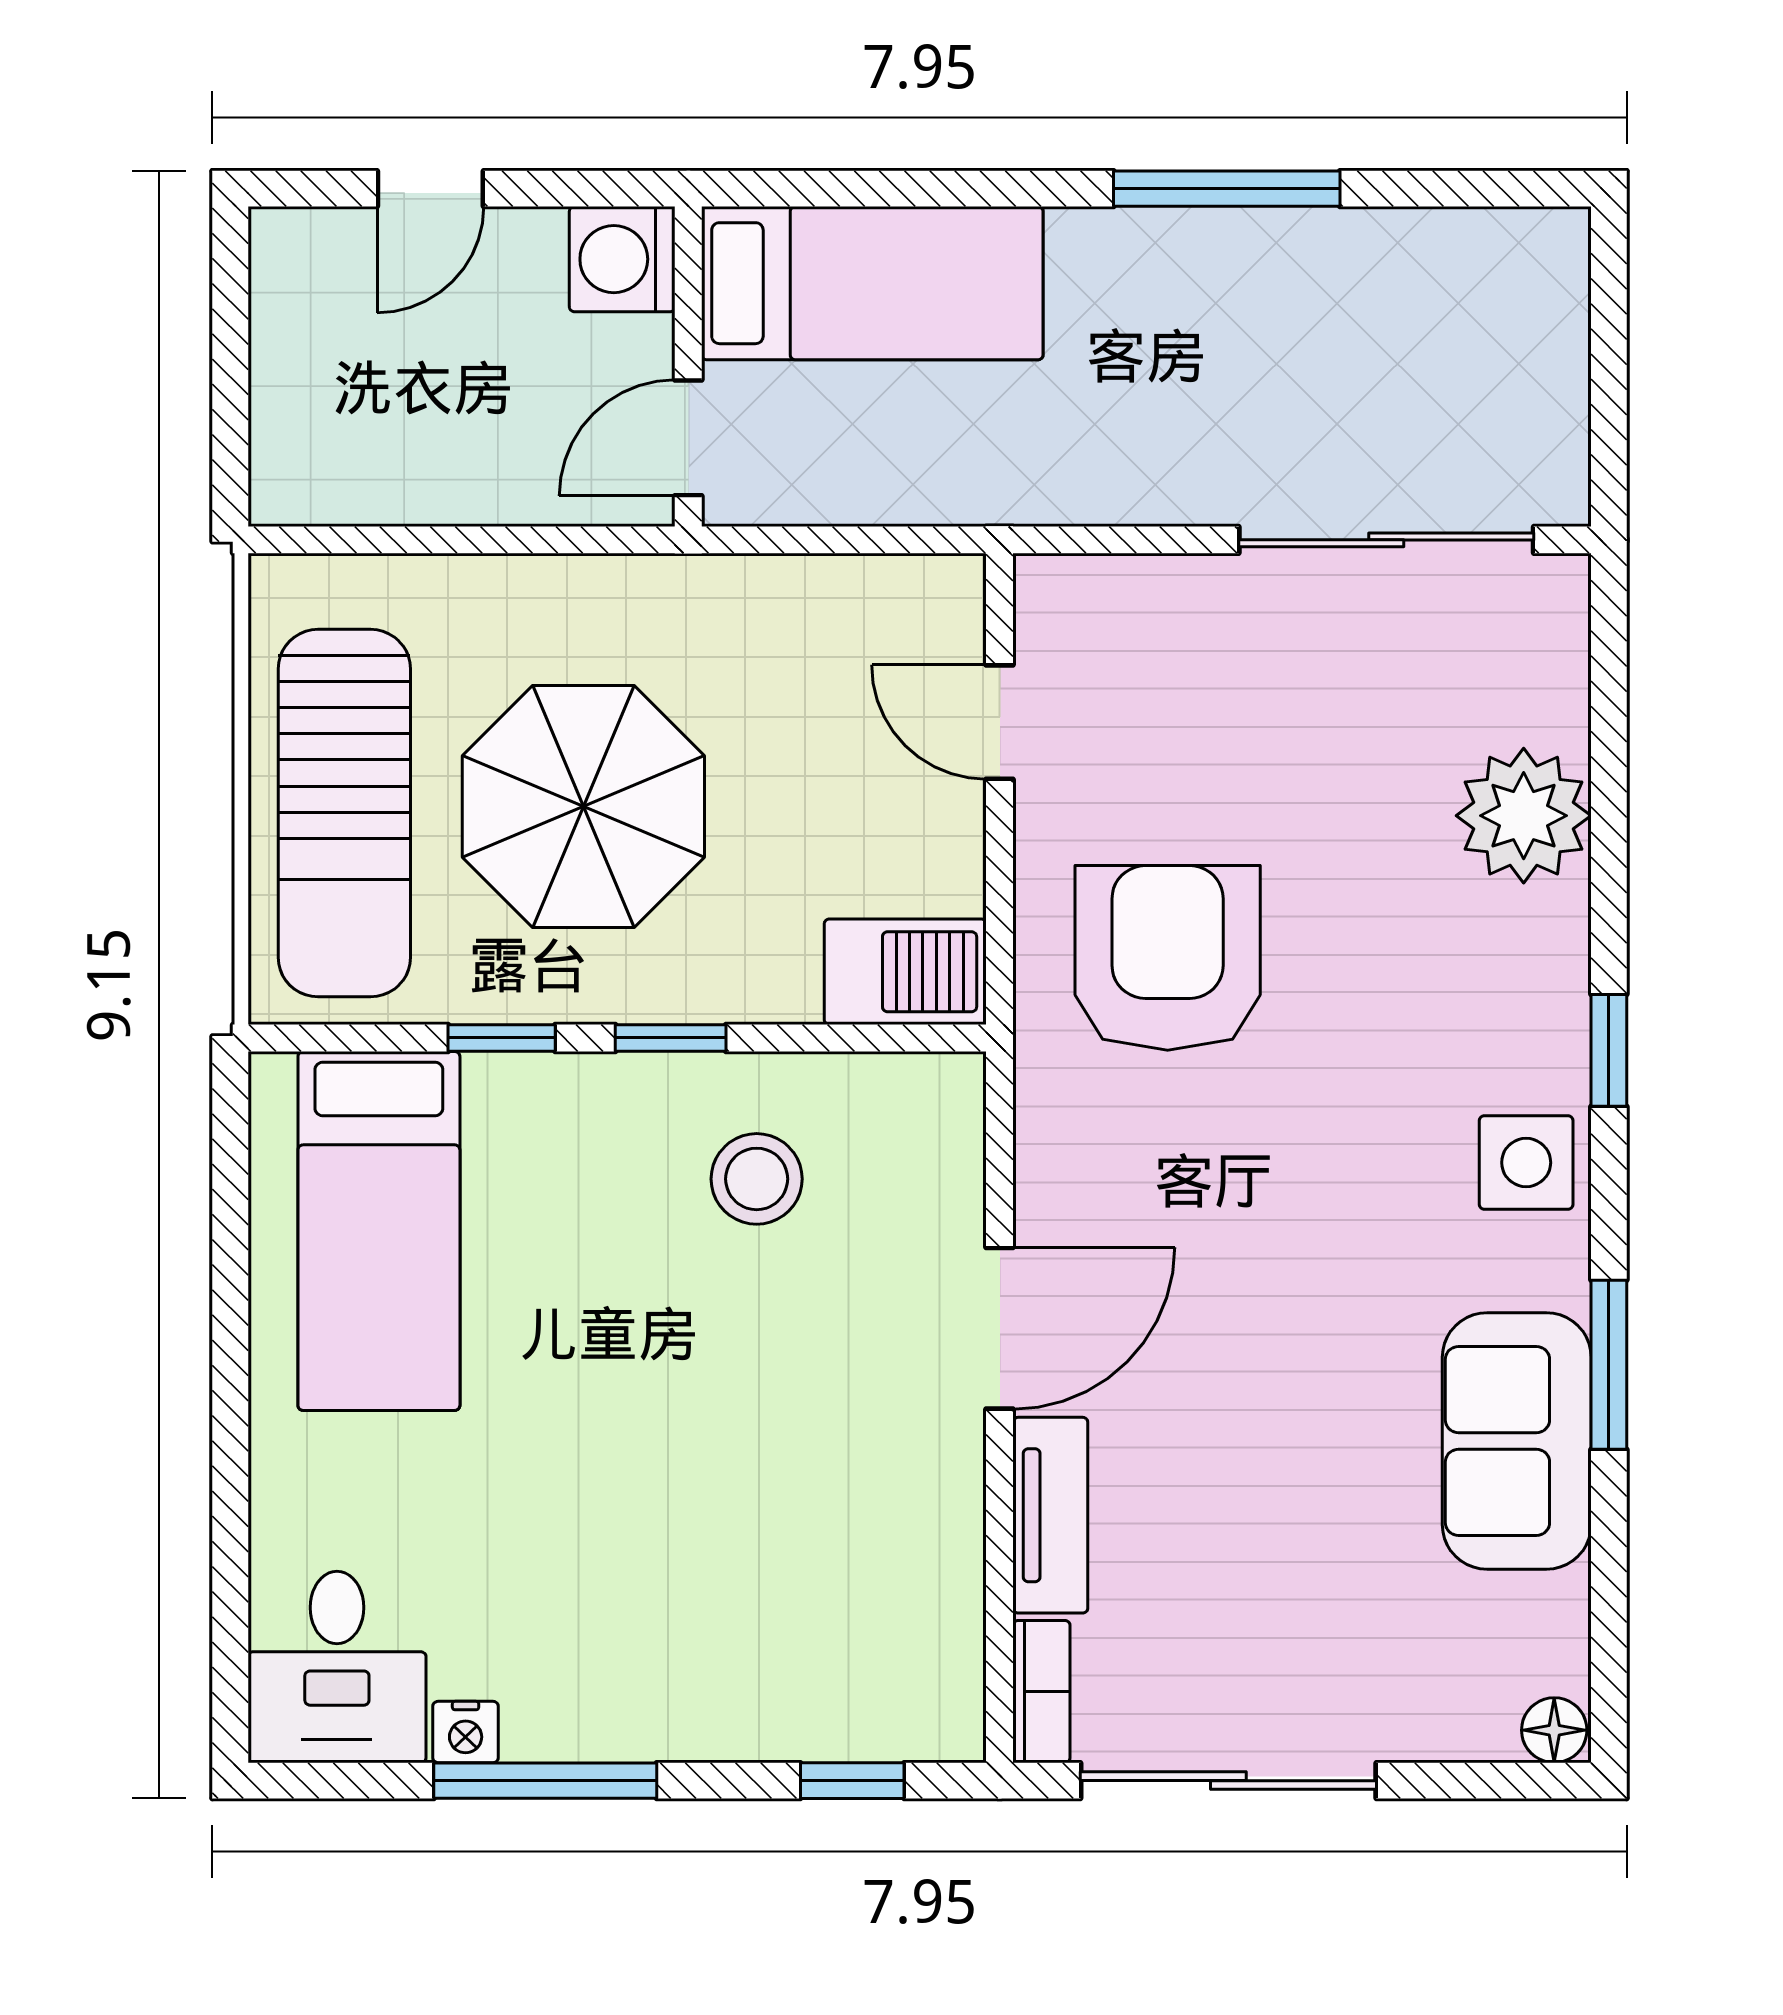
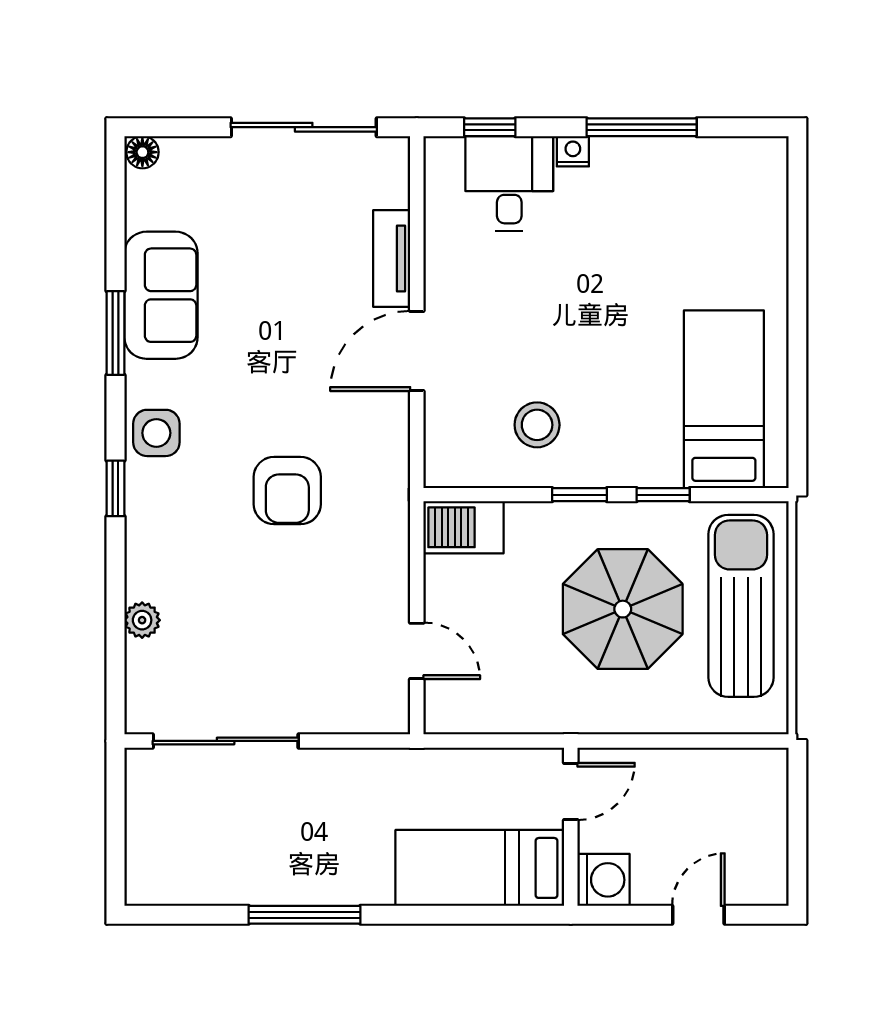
plant: (1524, 816) -> (142, 620), width x0.53, depth x0.53
armchair: (1168, 958) -> (287, 491), moved, width x0.73, depth x0.73
desk: (337, 1667) -> (509, 183), moved
bookcase: (1041, 1692) -> (396, 171), removed
nightstand: (466, 1732) -> (573, 151), moved

